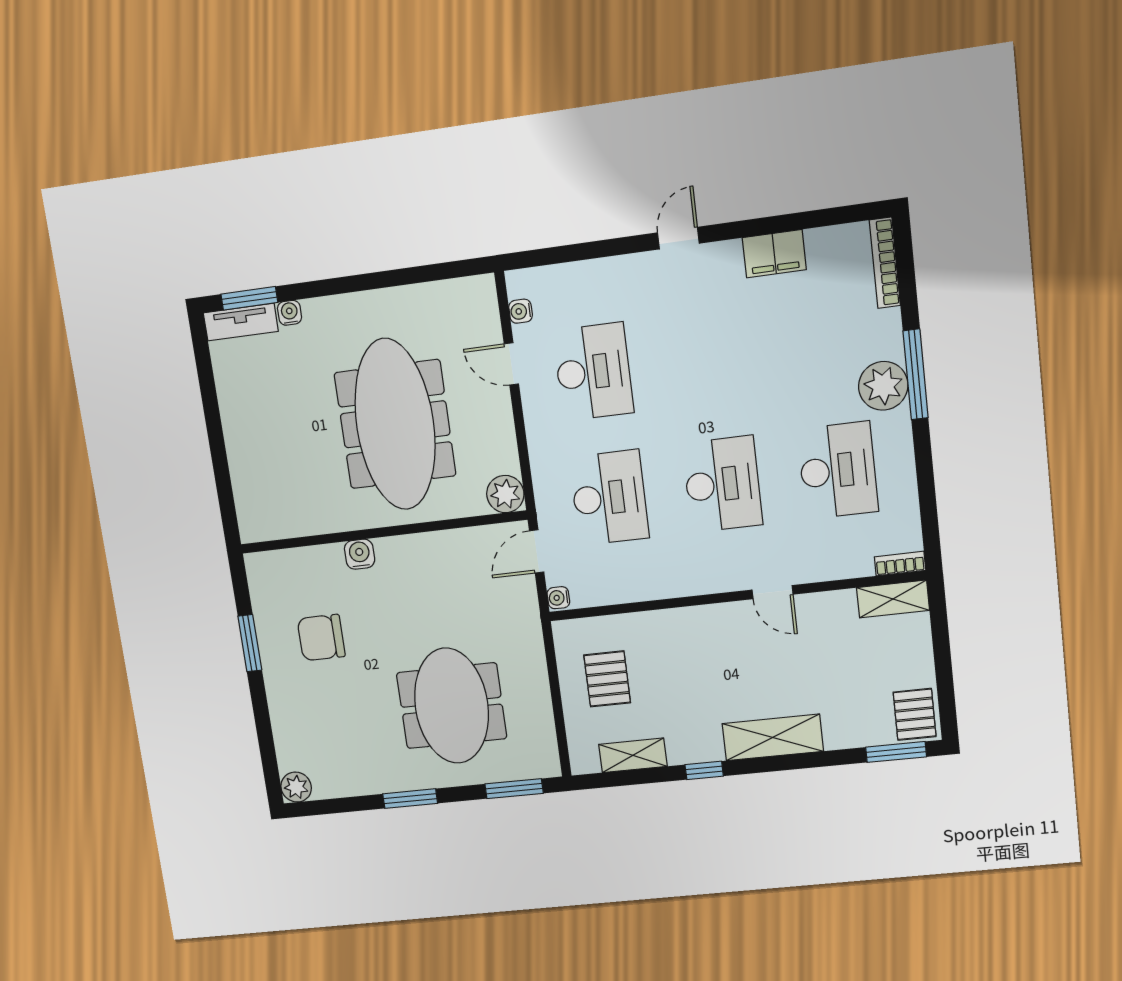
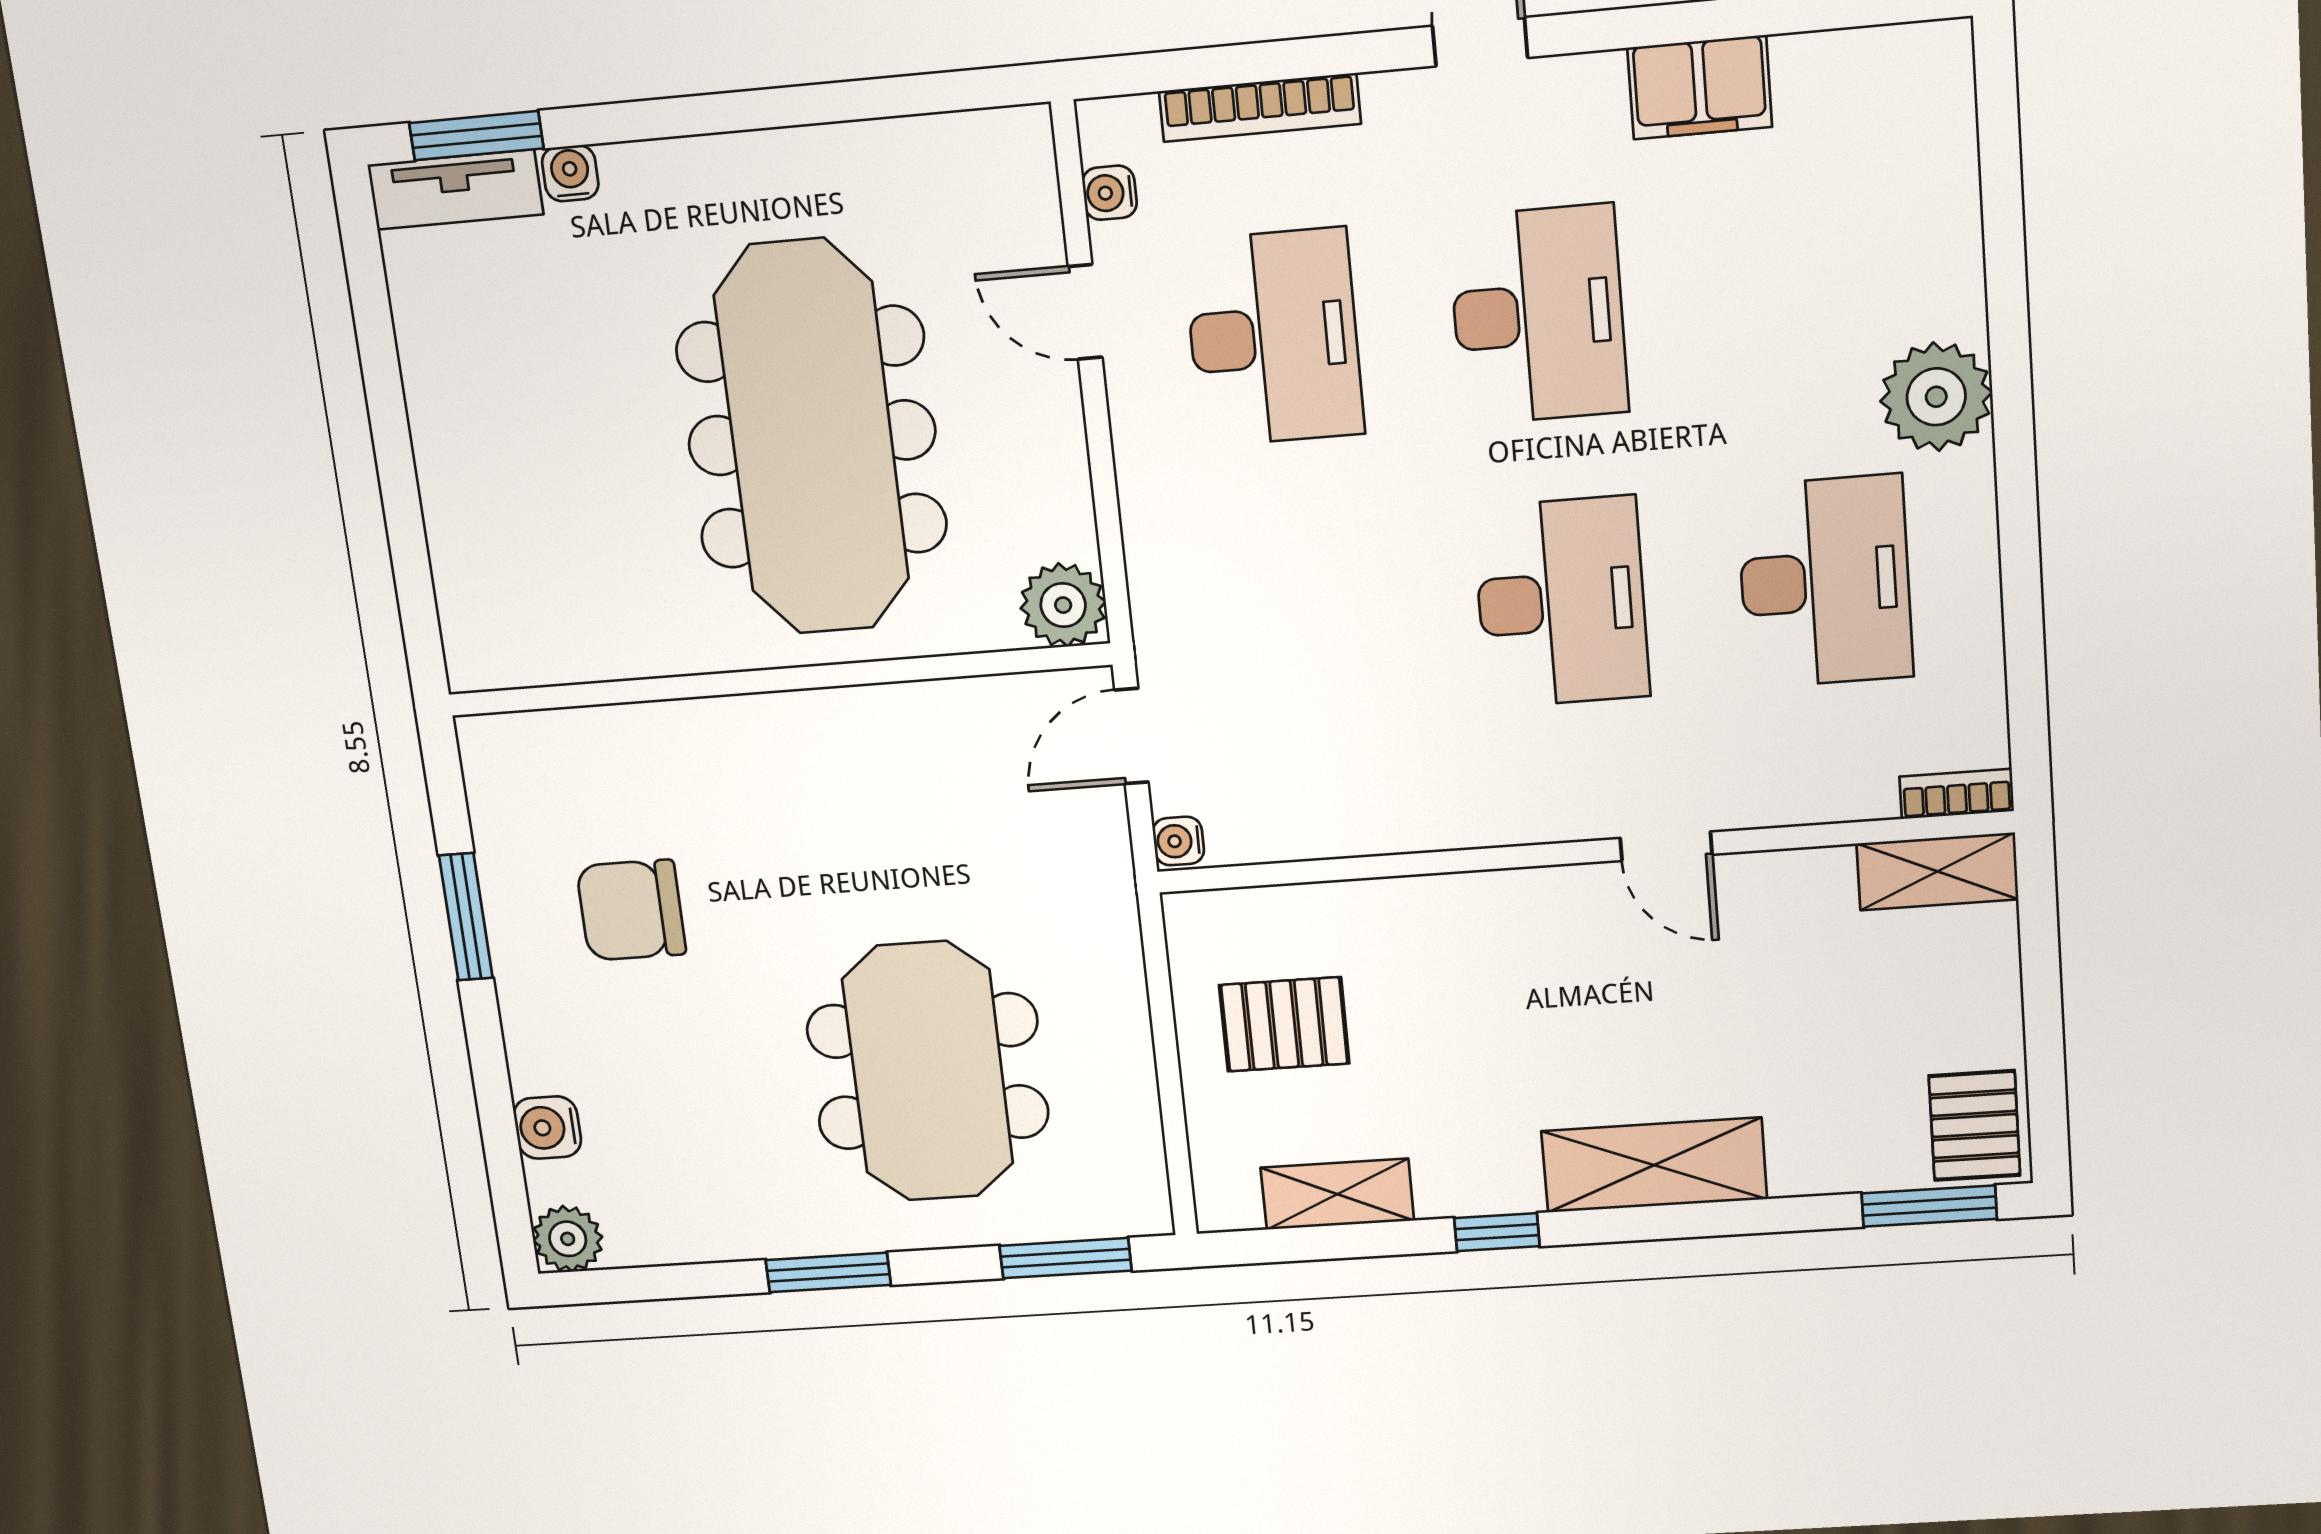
bookcase: (885, 263) -> (1260, 107), moved, turned -90
window: (916, 374) -> (2011, 374), removed
desk: (609, 498) -> (1538, 315), moved
water cooler: (360, 554) -> (547, 1128), moved, turned -90
pallet: (607, 679) -> (1284, 1024), turned 90

